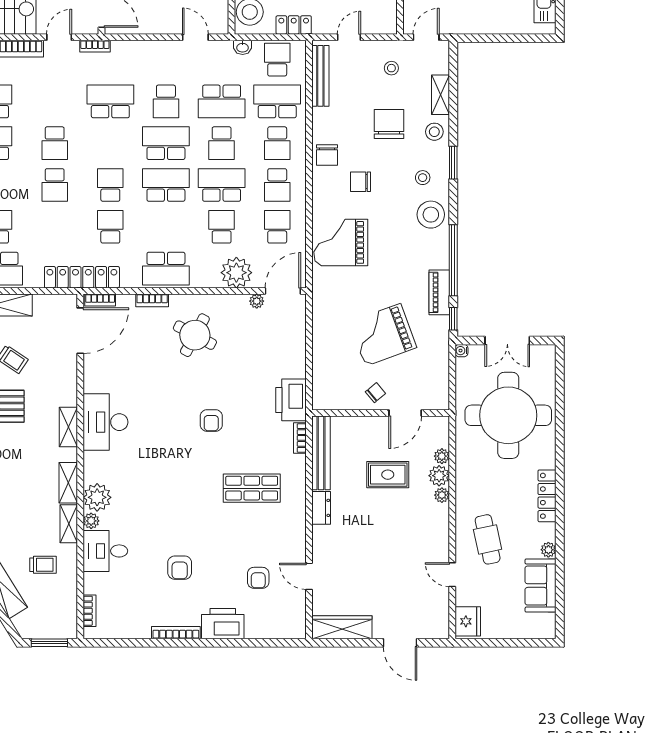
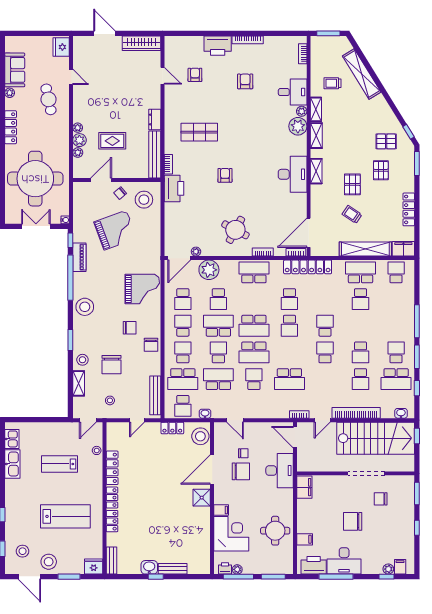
chair: (327, 155) -> (151, 345), turned 180
stool: (423, 178) -> (144, 200), moved, width x1.89, depth x1.89
school desk: (222, 185) -> (218, 326), turned 180

